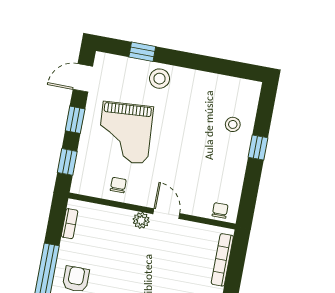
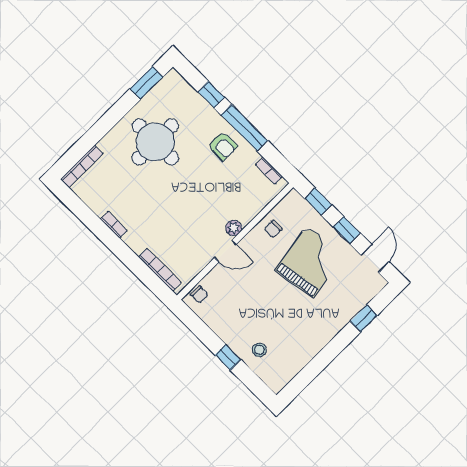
stool: (160, 79) -> (334, 317), removed
grand piano: (125, 133) -> (310, 262), turned 85
chair: (118, 185) -> (273, 229), turned 90

